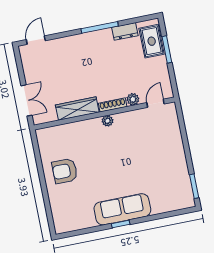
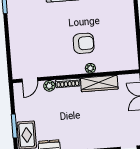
plant: (107, 121) -> (90, 68), moved
armchair: (65, 171) -> (84, 43), moved

